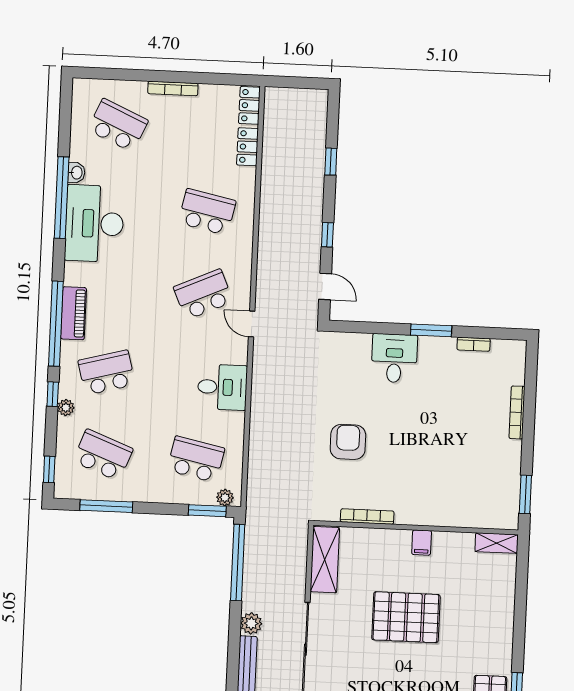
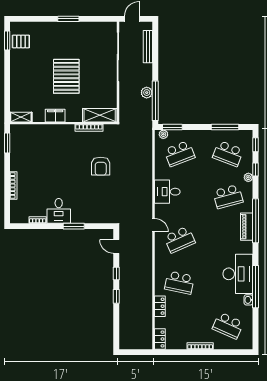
locker: (248, 147) -> (160, 306), moved
window: (331, 162) -> (116, 296), moved
window: (431, 330) -> (74, 226), moved
desk: (394, 358) -> (59, 211), moved
window: (53, 394) -> (256, 169), moved
school desk: (196, 459) -> (179, 154), turned -33
filing cabinet: (422, 543) -> (55, 116), width x2.00
shelving: (325, 560) -> (100, 115), moved, turned 90
pallet: (406, 617) -> (66, 76), turned 90
plant: (251, 623) -> (147, 93), moved

